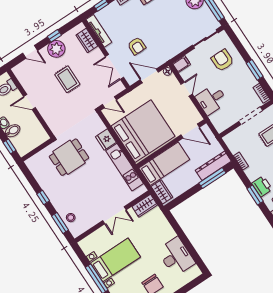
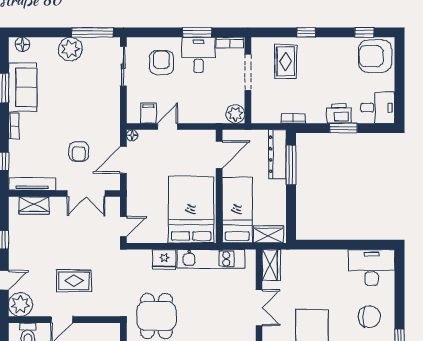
armchair: (137, 46) -> (79, 151), turned 90
plant: (56, 49) -> (20, 305), moved
armchair: (222, 60) -> (161, 63), turned 90
filing cabinet: (181, 64) -> (148, 113), moved
rug: (67, 79) -> (74, 281), moved
door: (187, 89) -> (168, 127), hinge flipped
desk: (211, 100) -> (199, 55), moved, turned 180
plant: (221, 125) -> (235, 114), added
bed: (143, 131) -> (191, 210), width x0.73
desk: (176, 257) -> (372, 268), moved

